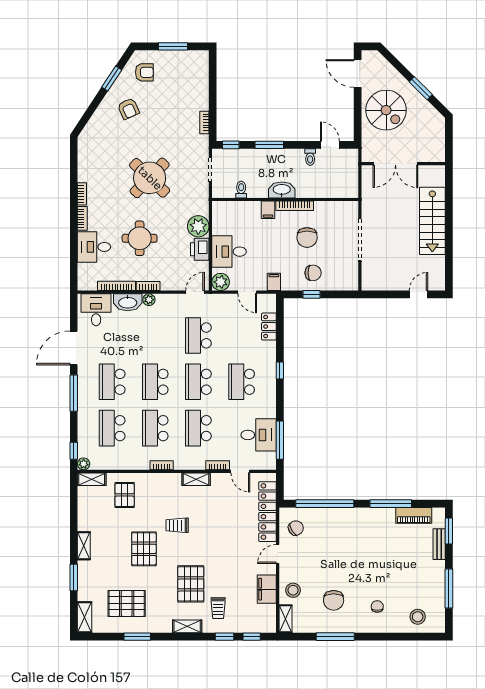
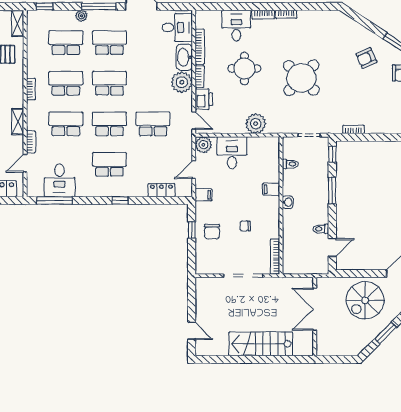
washbasin: (282, 190) -> (288, 202), width x0.52, depth x0.69
bookcase: (295, 206) -> (275, 257), moved
chair: (307, 237) -> (245, 226), width x0.54, depth x0.54
printer: (200, 249) -> (204, 99), moved, turned 90
plant: (149, 300) -> (182, 82), width x1.88, depth x1.88
plant: (84, 464) -> (81, 16), moved

